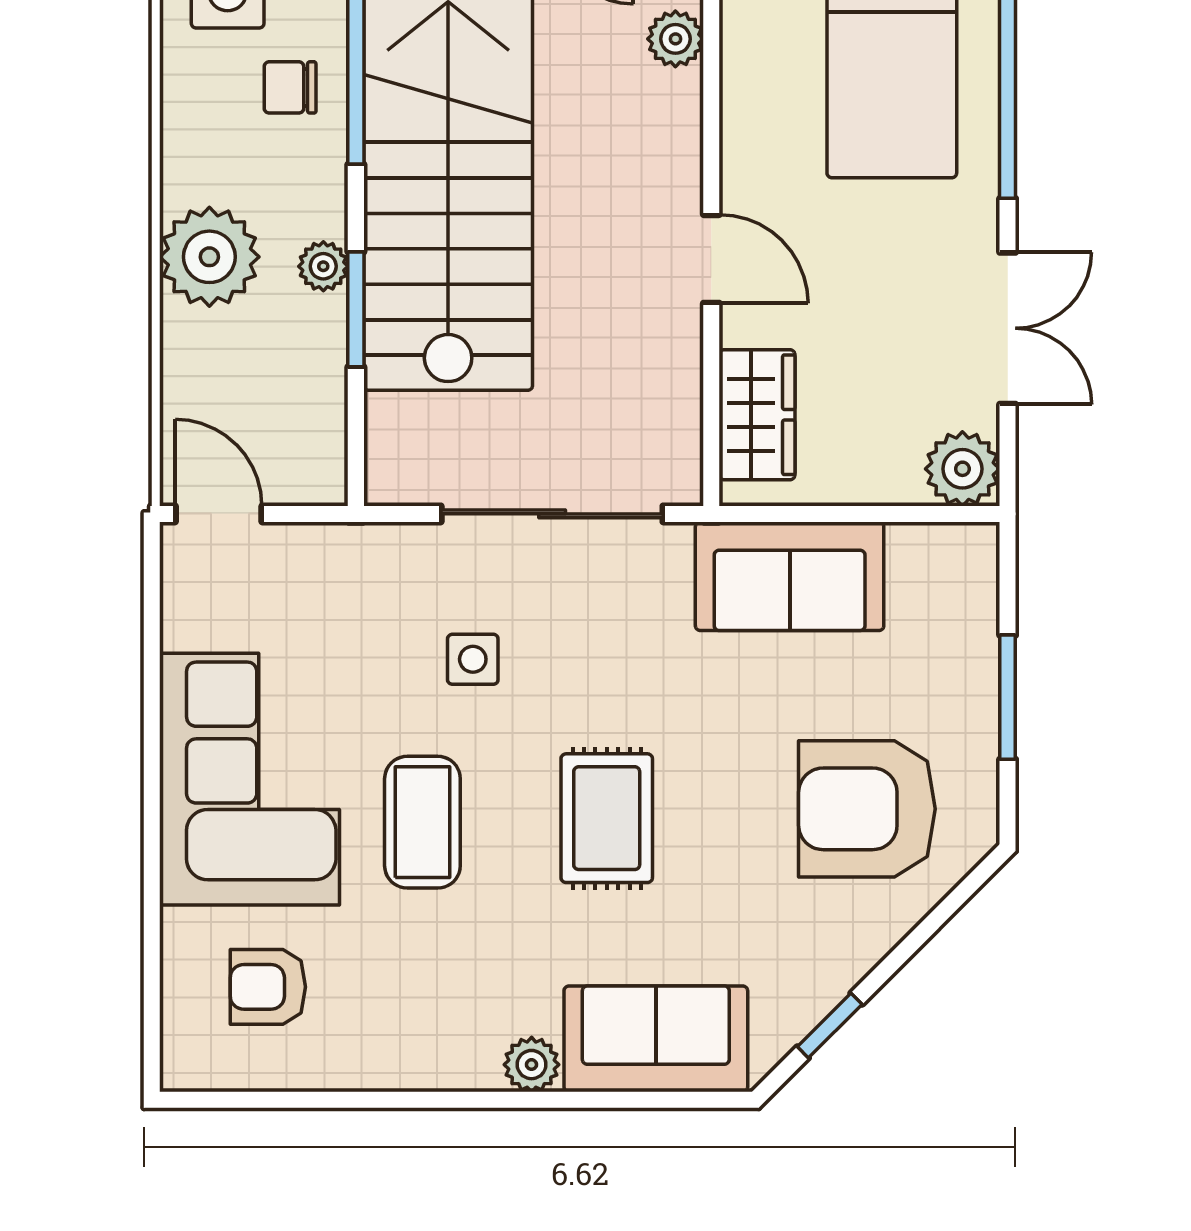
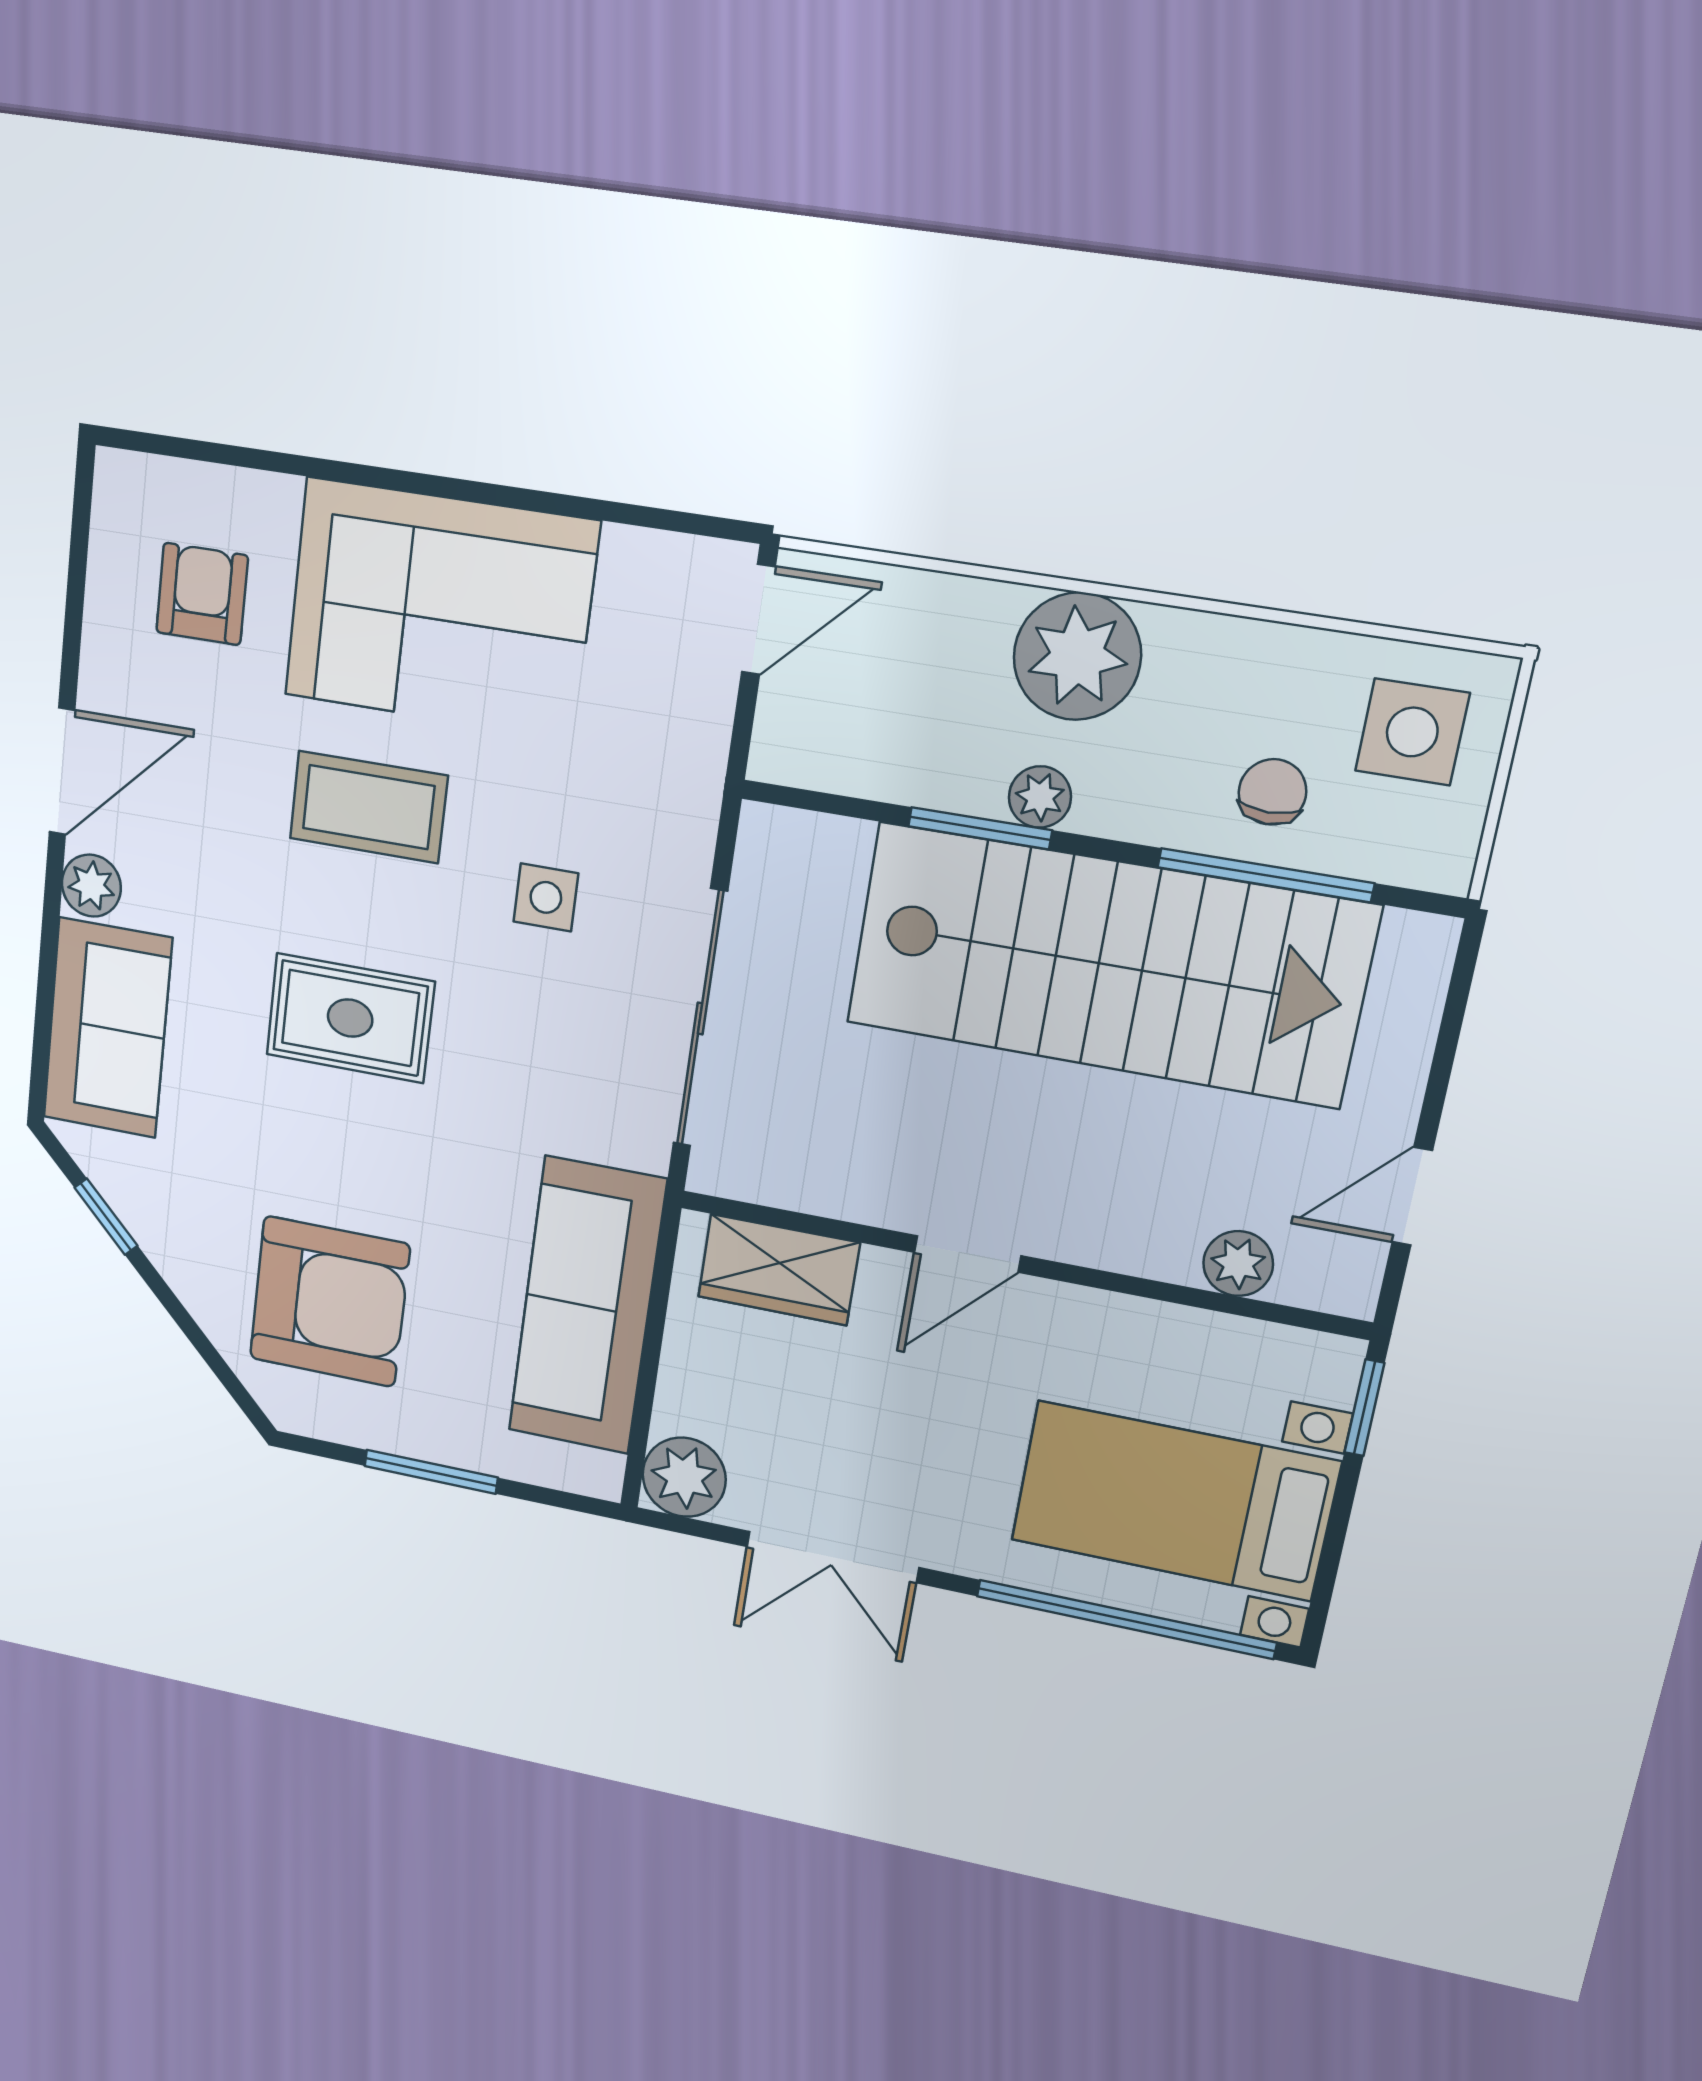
sofa: (790, 576) -> (587, 1306), width x1.36
armchair: (867, 809) -> (329, 1302), turned 90
door: (436, 1100) -> (62, 771), added

